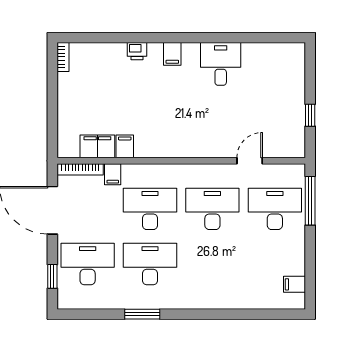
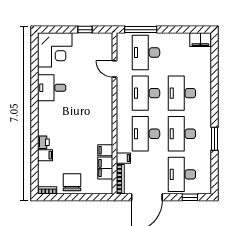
filing cabinet: (172, 54) -> (45, 155), moved
corner desk: (279, 69) -> (55, 50), added
chair: (76, 95) -> (72, 182), added
desk: (212, 264) -> (182, 93), added
filing cabinet: (294, 284) -> (200, 40), width x2.00

